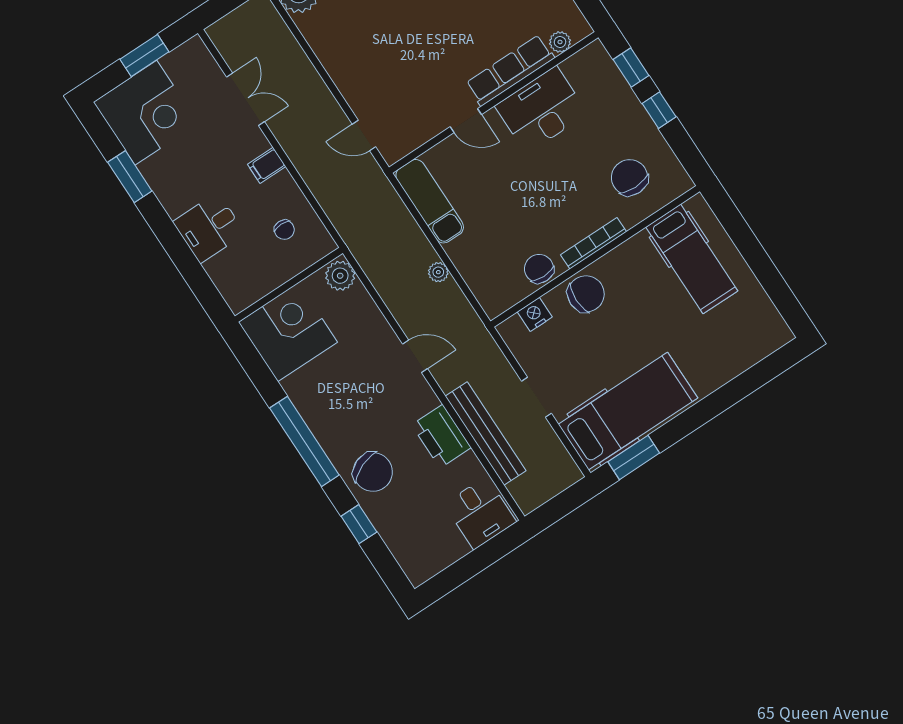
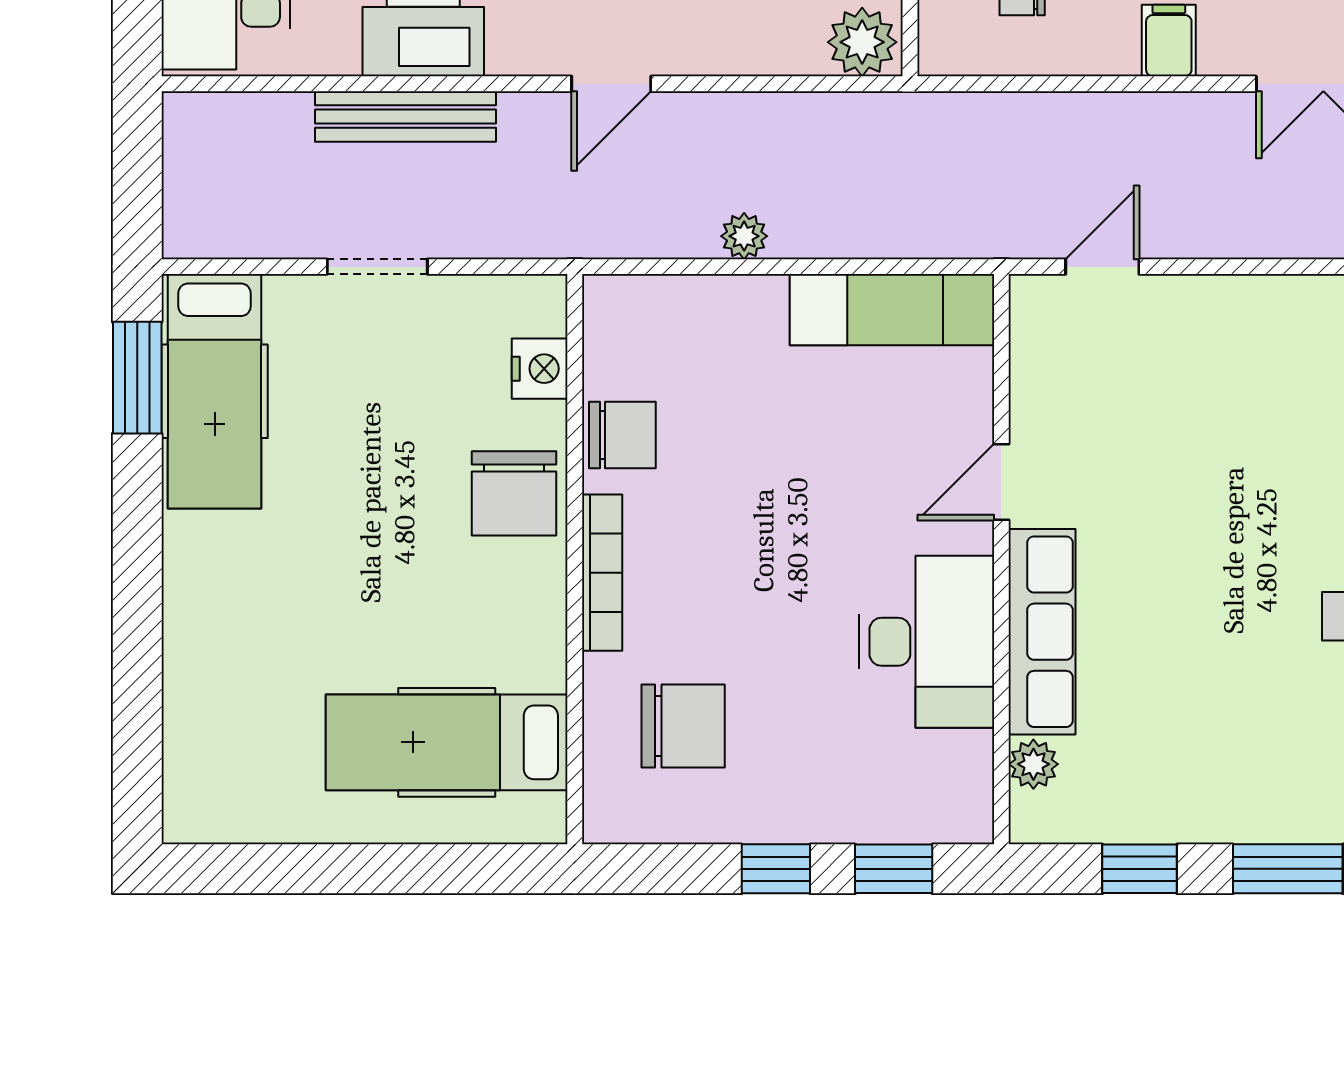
hospital bed: (628, 411) -> (215, 391), width x0.73, depth x0.78
bench: (486, 433) -> (406, 116), width x0.73, depth x0.82

